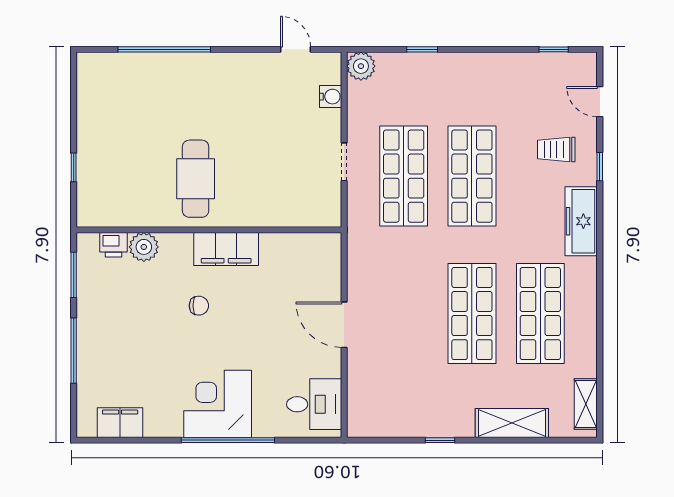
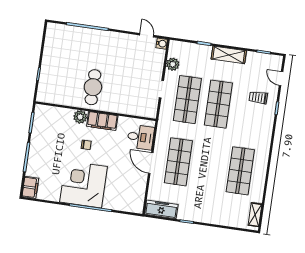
plant: (361, 66) -> (173, 64), moved
water cooler: (331, 97) -> (162, 44), moved
freezer: (581, 221) -> (161, 209), moved, turned 90
printer: (114, 245) -> (51, 112), removed
plant: (144, 247) -> (80, 117), moved
shop shelf: (472, 314) -> (178, 162), moved
corner desk: (218, 404) -> (84, 184), width x1.36, depth x1.36
desk: (314, 404) -> (141, 137), moved
filing cabinet: (120, 423) -> (30, 187), moved, turned 90
shelving: (512, 423) -> (229, 55), moved

